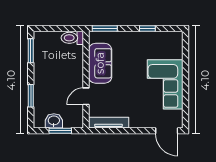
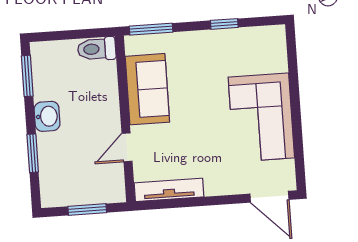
washbasin: (54, 121) -> (47, 116), moved, turned 90

